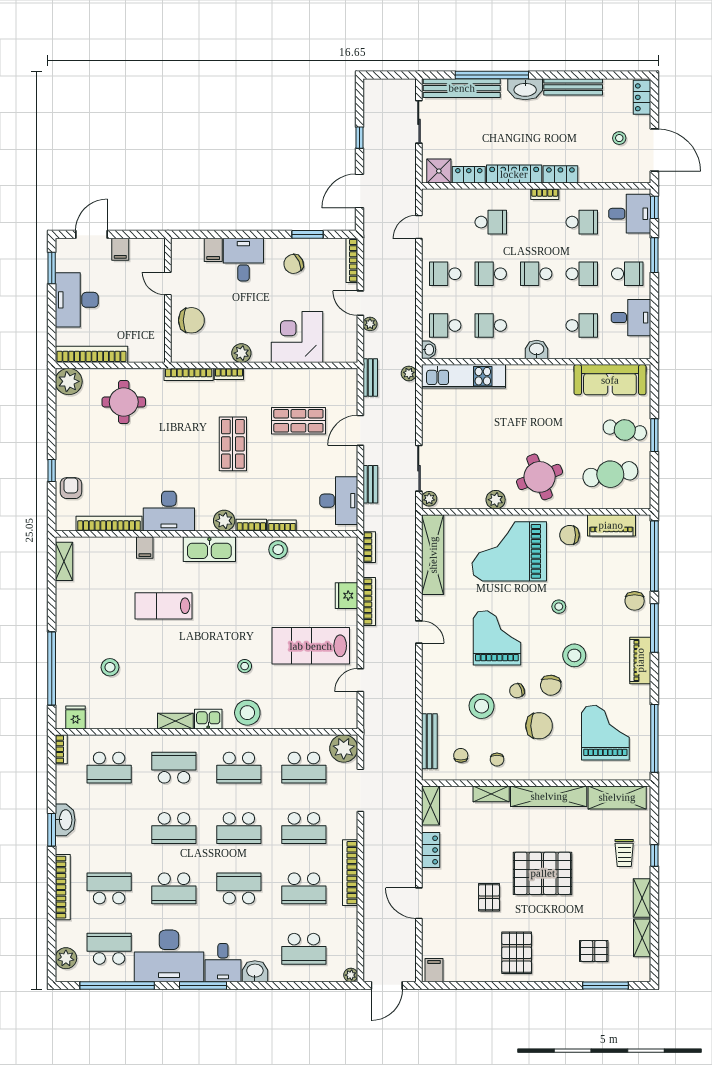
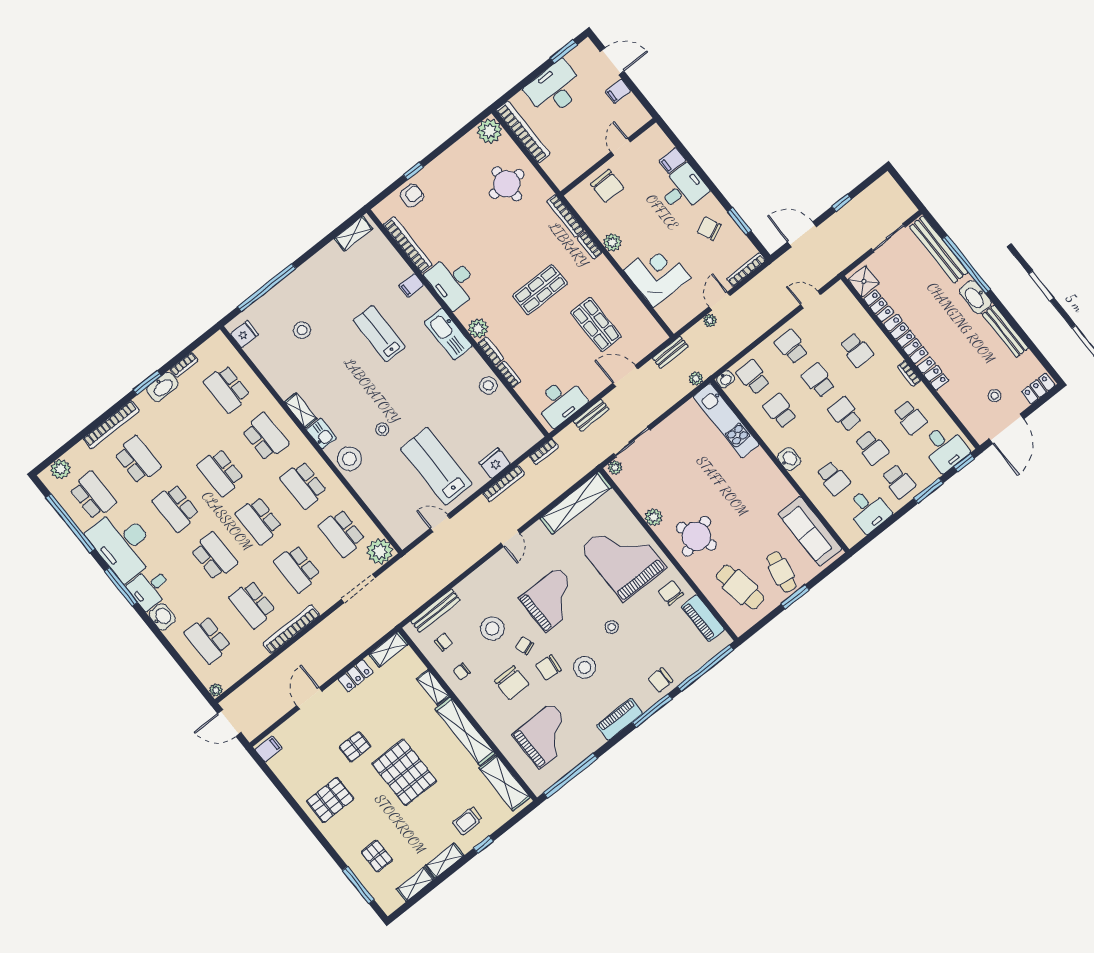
bookcase: (61, 749) -> (184, 365), moved

